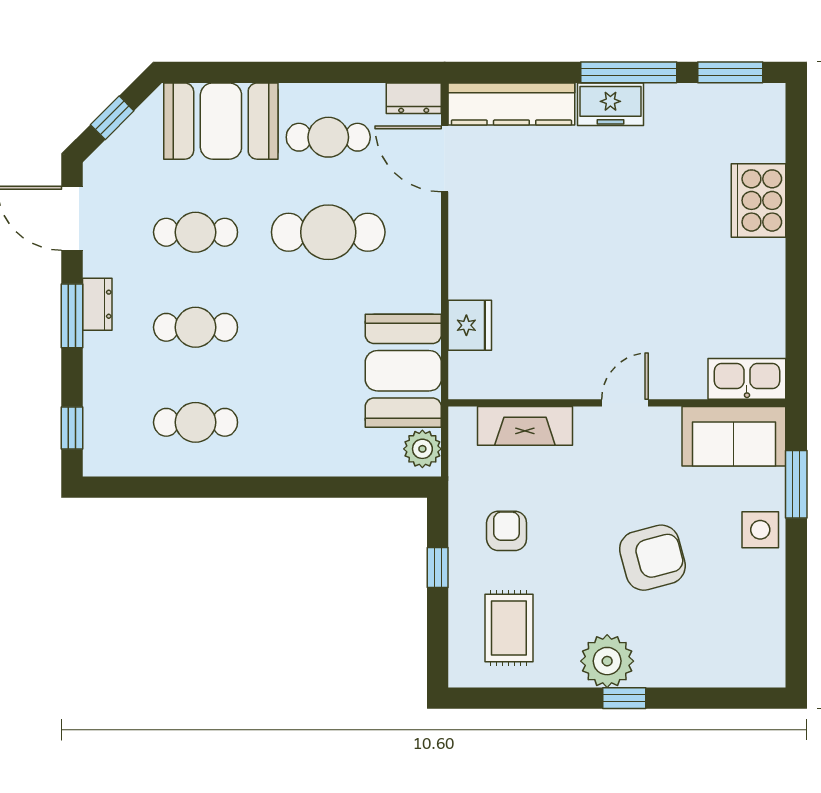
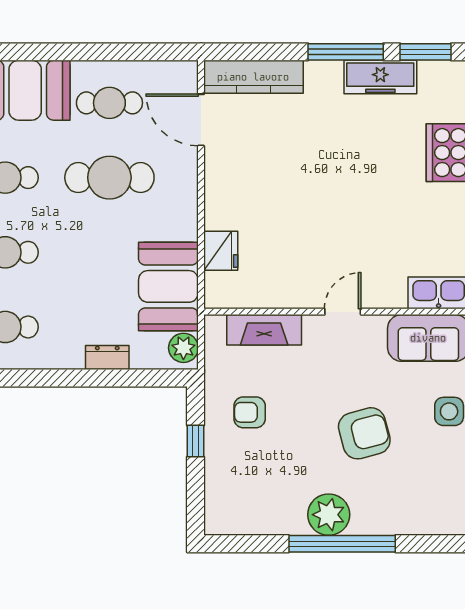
dresser: (414, 98) -> (107, 358), moved, turned 180
freezer: (610, 104) -> (380, 77), moved, width x1.40
armchair: (507, 531) -> (250, 412), turned -90
rug: (509, 628) -> (252, 489), removed
window: (624, 698) -> (342, 544), width x3.17

